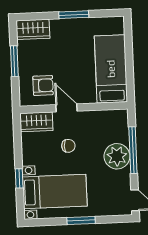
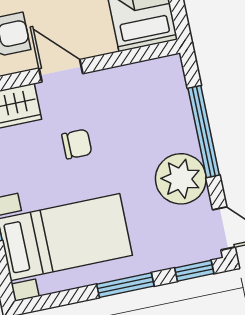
plant: (117, 156) -> (181, 179), moved
window: (117, 219) -> (194, 271), added

